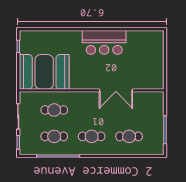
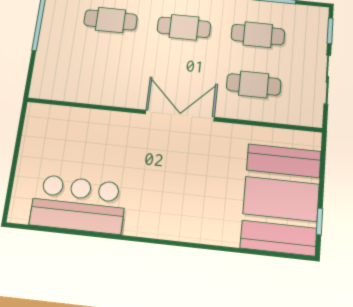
bar counter: (104, 42) -> (78, 204), moved
booth: (44, 72) -> (281, 199), moved, turned 90
double door: (116, 90) -> (180, 116), moved

